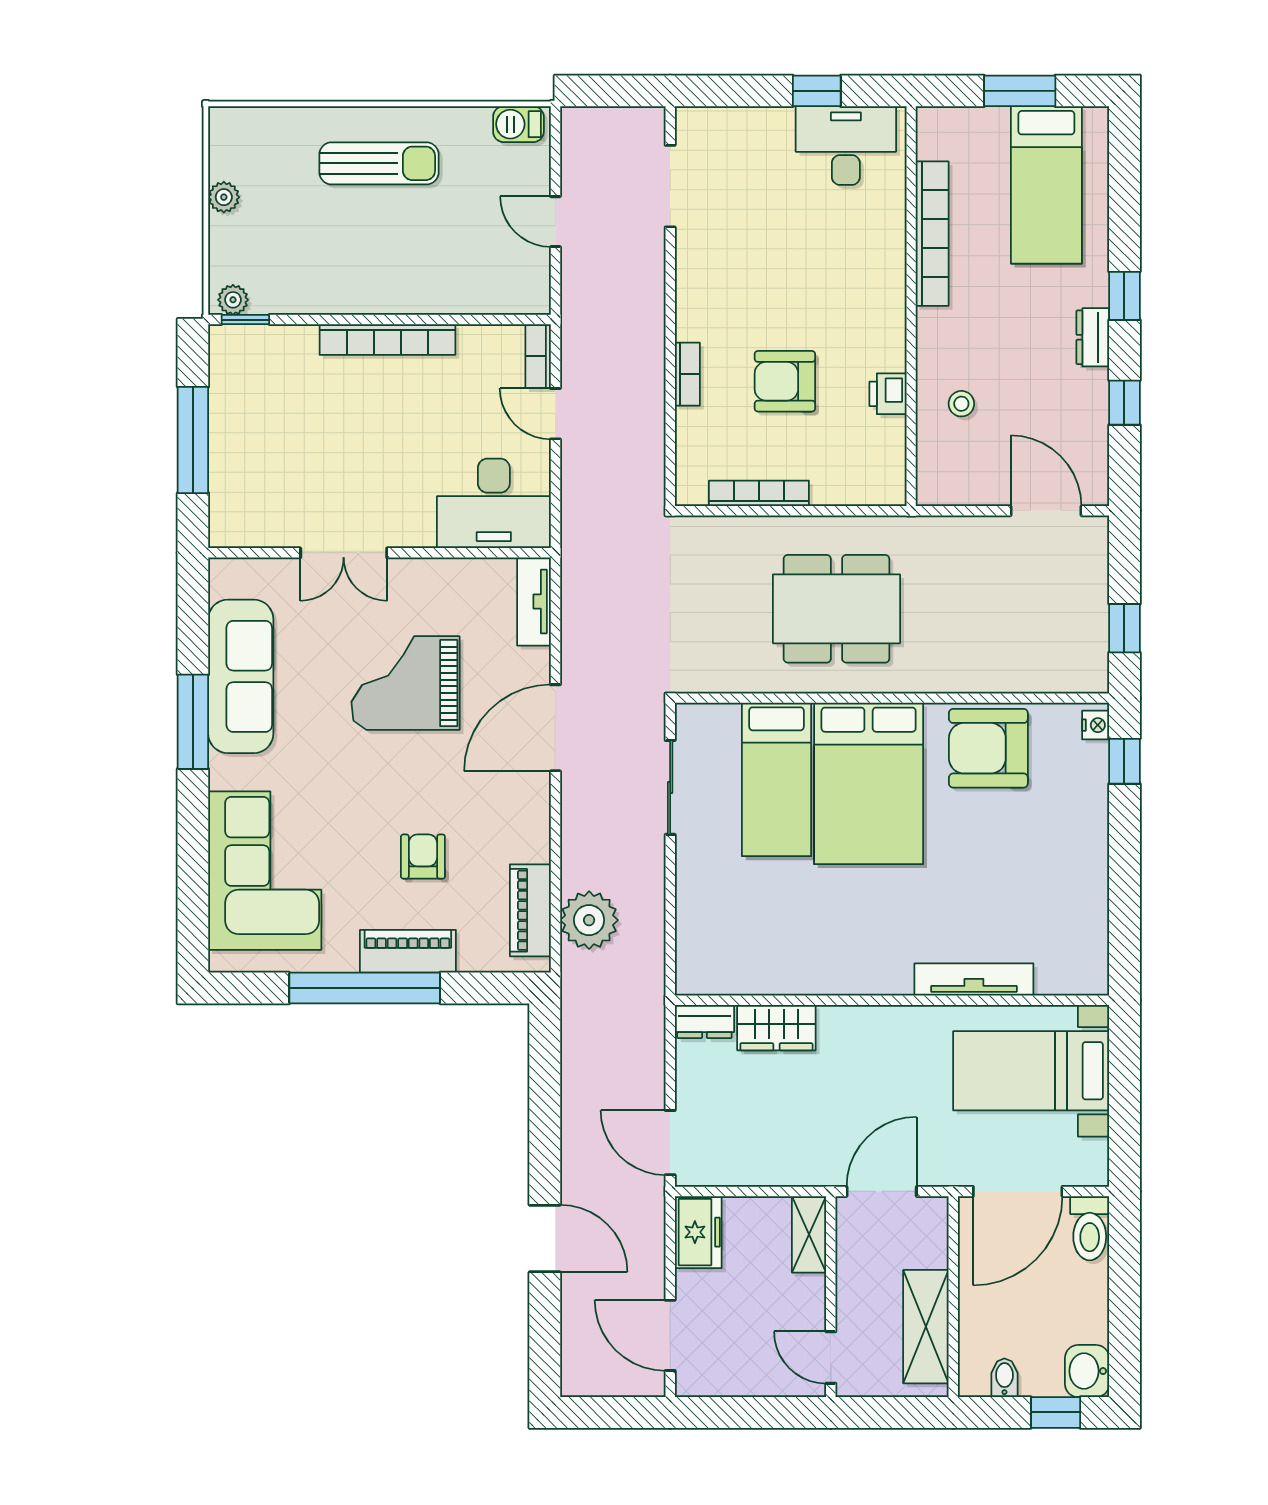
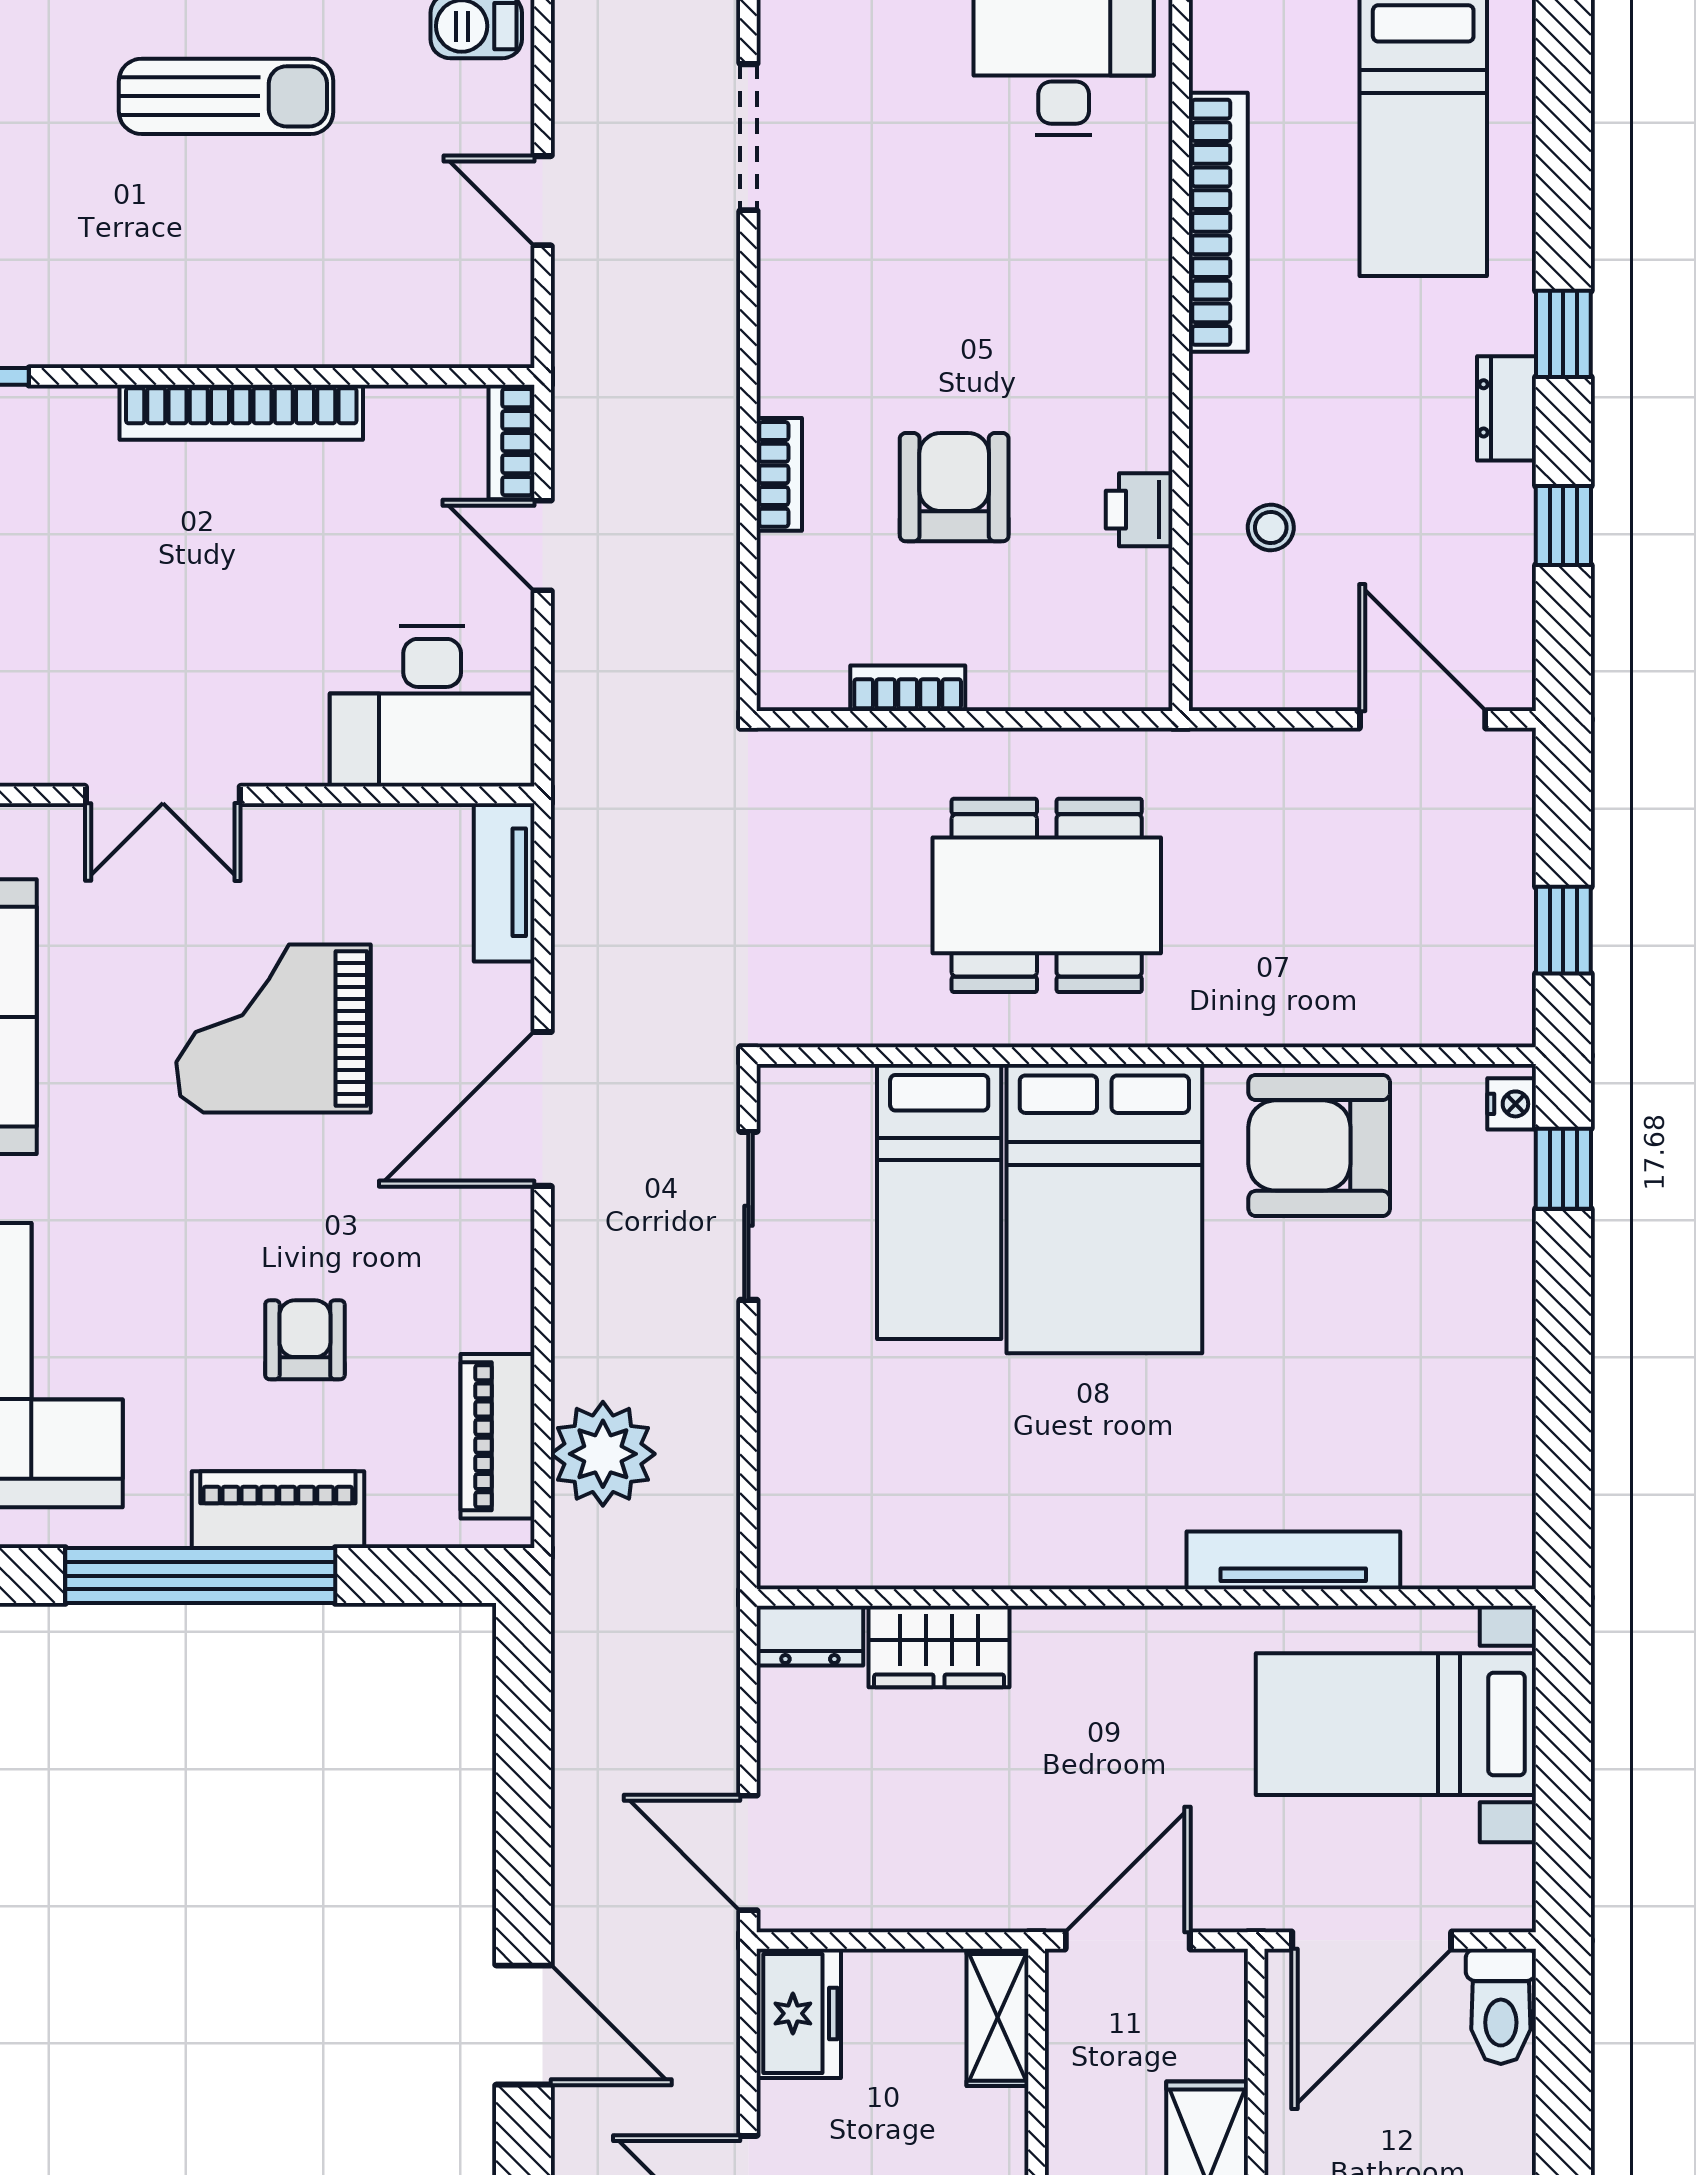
armchair: (785, 381) -> (954, 487), turned 90
bookcase: (759, 493) -> (908, 688), width x0.64

